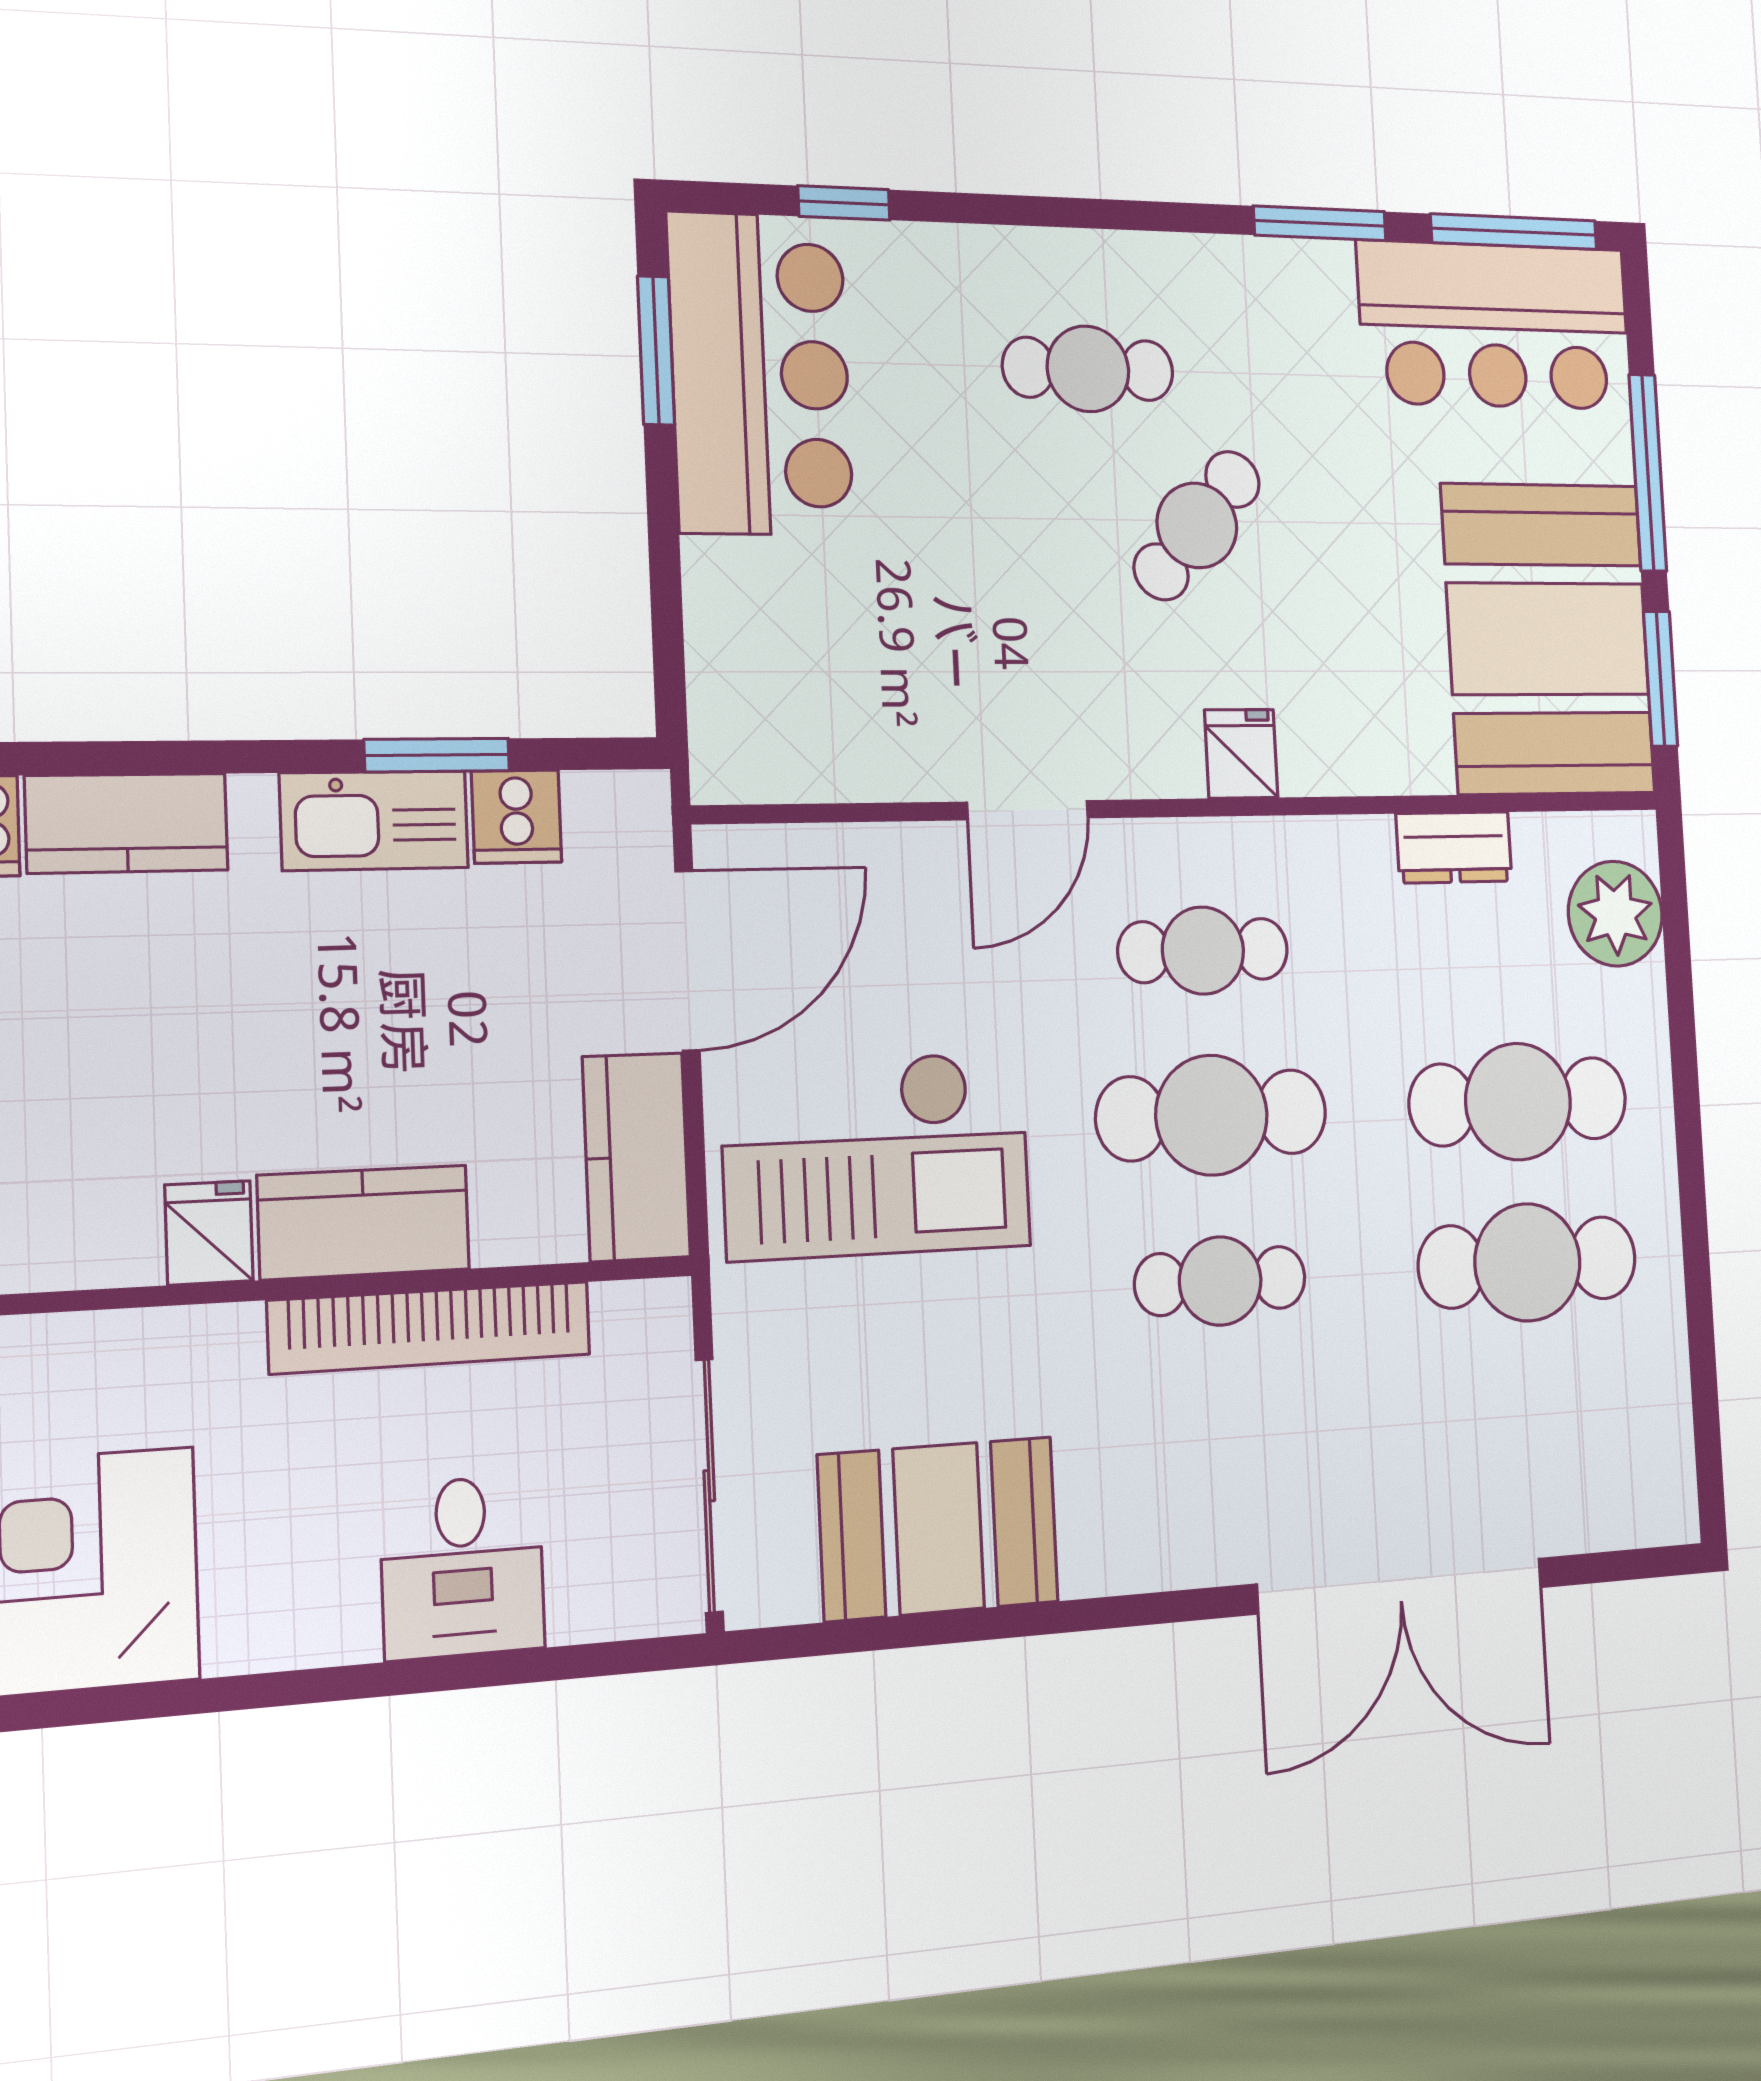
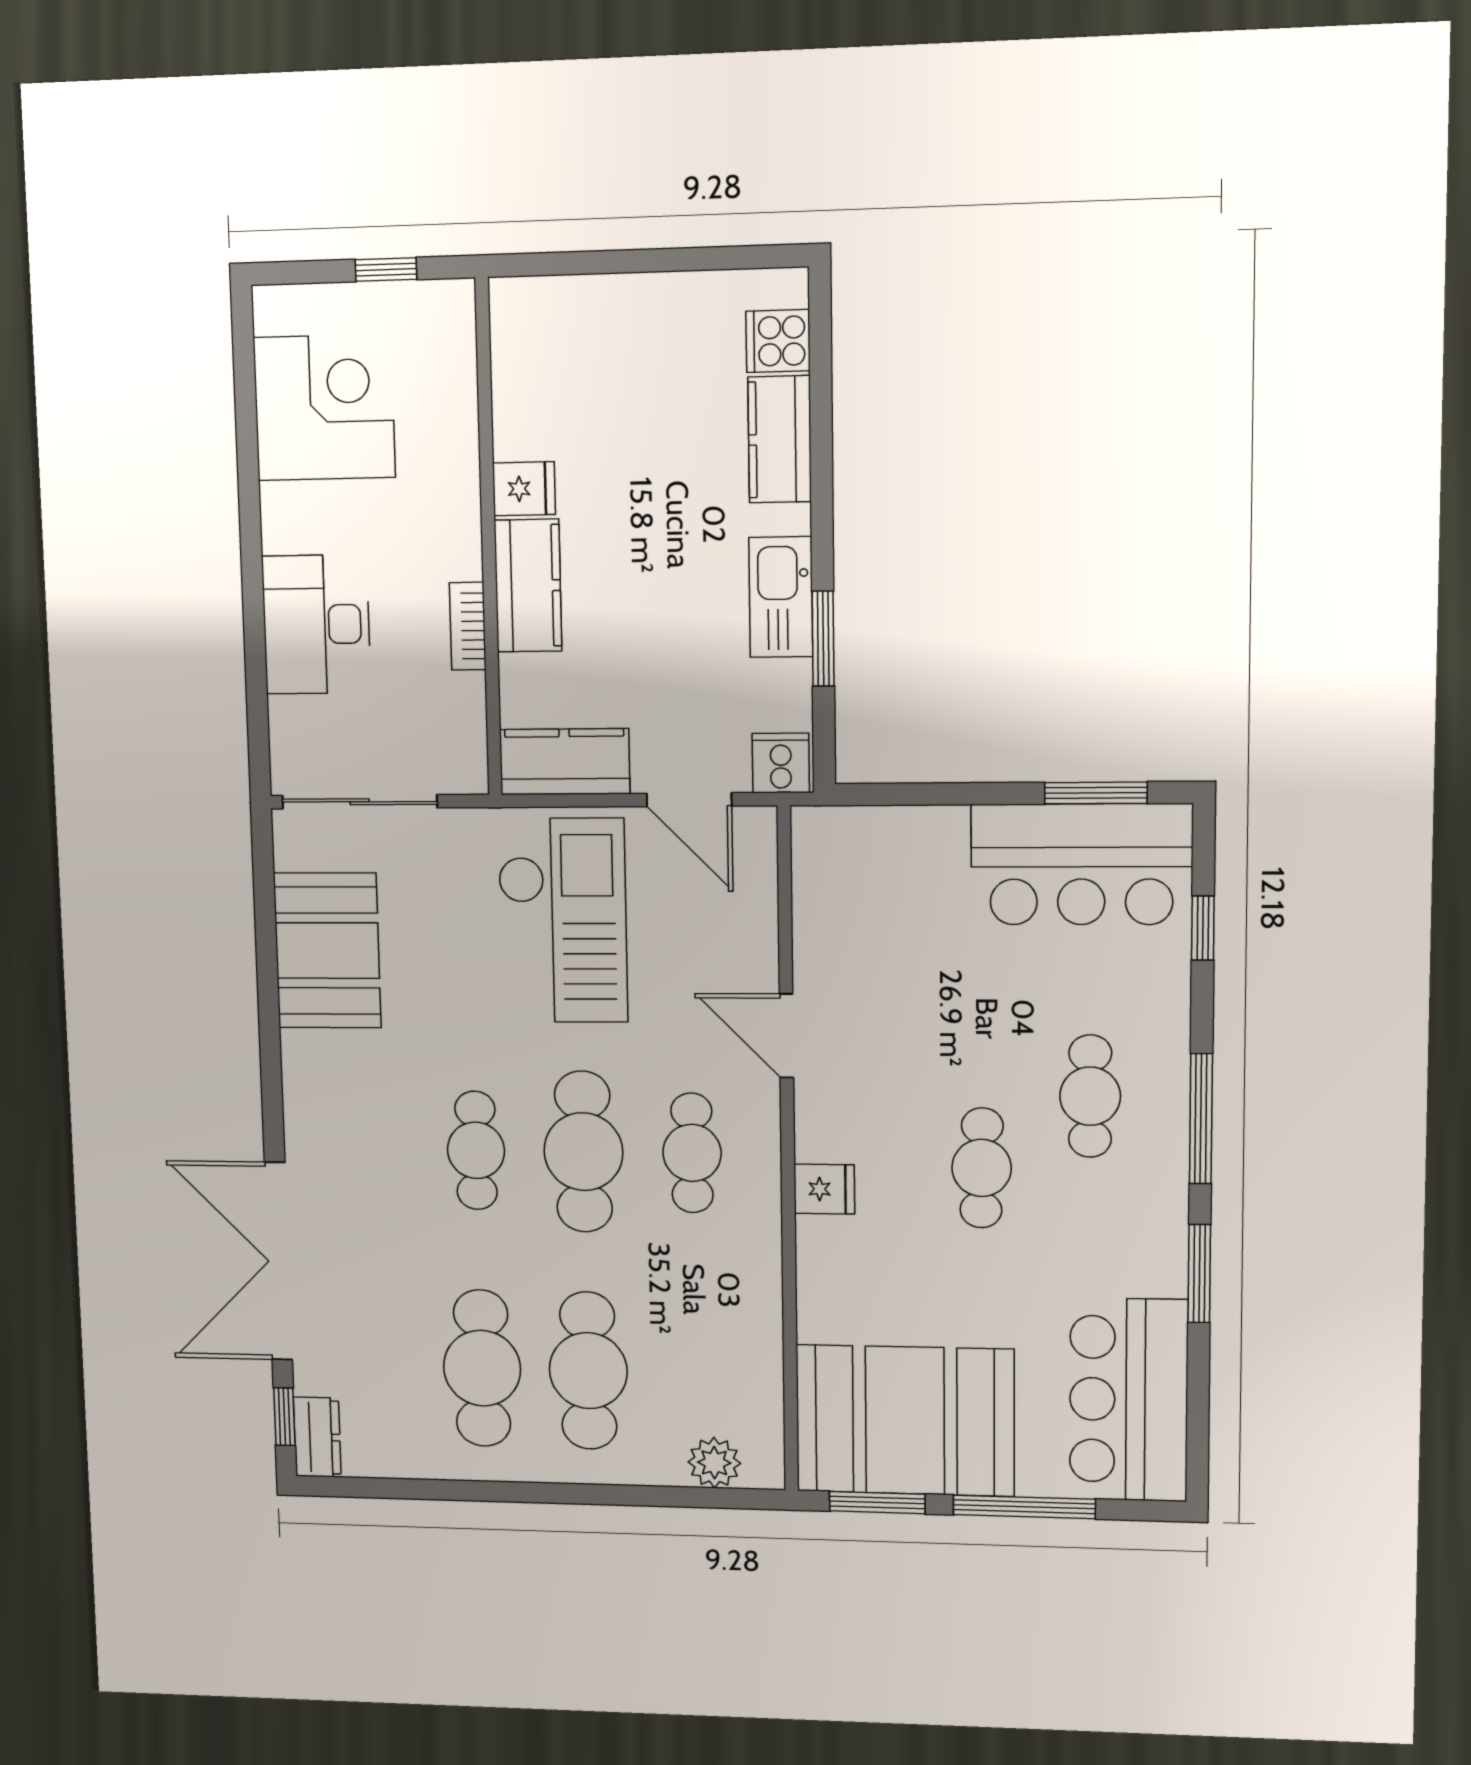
window: (1514, 232) -> (1201, 1119), moved
cafe table: (1197, 525) -> (982, 1168), turned 50
cooker: (516, 817) -> (781, 763), moved, turned 90
dresser: (1454, 847) -> (317, 1437), moved, turned 180
plant: (1615, 914) -> (714, 1463), width x0.73, depth x0.73
door: (687, 961) -> (689, 800), width x0.73
checkout: (876, 1155) -> (563, 920), turned 180
bookcase: (430, 1328) -> (468, 626), width x0.43, depth x0.76
window: (1620, 1566) -> (284, 1417), added
desk: (462, 1567) -> (316, 624), width x1.37

